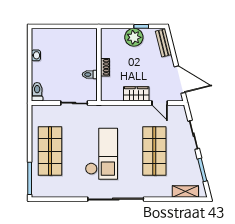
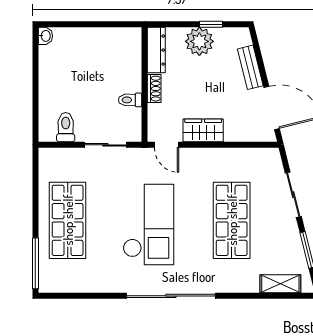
dresser: (106, 43) -> (156, 50), added
bench: (163, 43) -> (250, 67), moved
washbasin: (36, 55) -> (45, 36), moved
toilet: (37, 92) -> (66, 127), moved
door: (160, 103) -> (167, 145), moved

